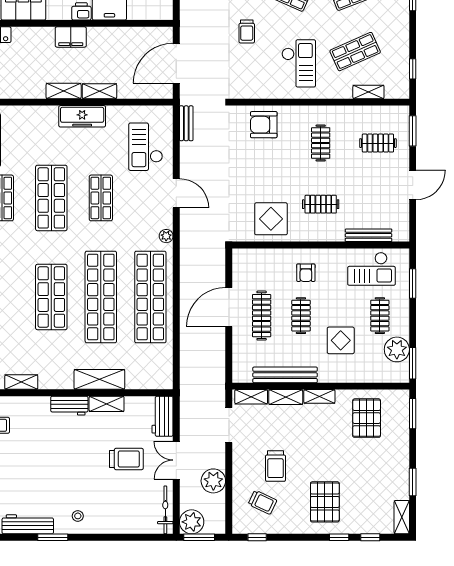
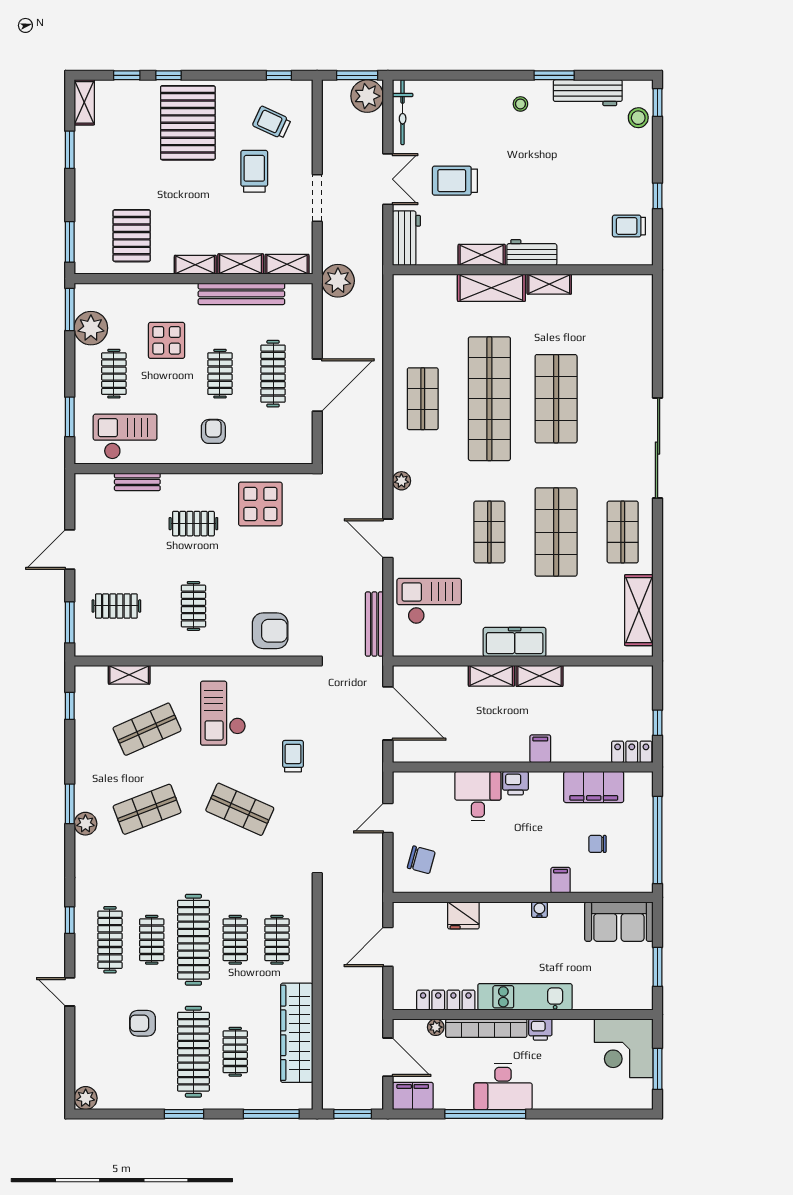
filing cabinet: (71, 37) -> (540, 749), width x0.50
door: (176, 63) -> (388, 713), hinge flipped
bench: (186, 123) -> (374, 624), width x1.36
checkout: (146, 147) -> (429, 601), turned -90
bench: (369, 235) -> (137, 482), width x0.73
shop shelf: (150, 297) -> (423, 399), width x0.50, depth x0.74
shelving: (21, 382) -> (549, 284), moved
doorway: (229, 425) -> (317, 198), moved
plant: (213, 481) -> (338, 281), moved
pallet: (325, 502) -> (188, 123), width x1.37, depth x1.41

